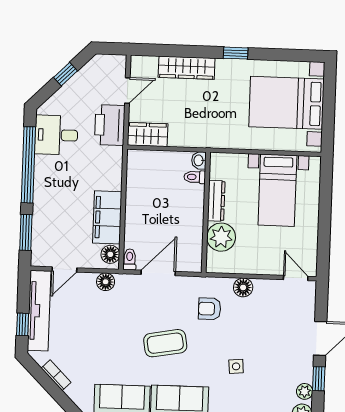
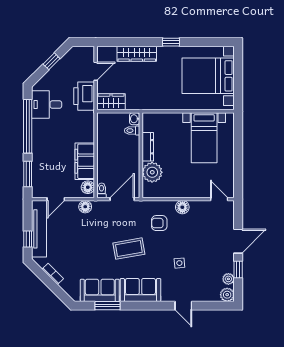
washbasin: (199, 160) -> (135, 119), moved
toilet: (195, 177) -> (132, 131), moved
dresser: (216, 201) -> (148, 147), moved
wall: (206, 212) -> (141, 155), moved
plant: (221, 237) -> (152, 172), moved

